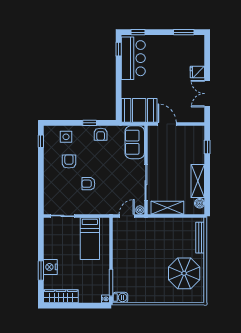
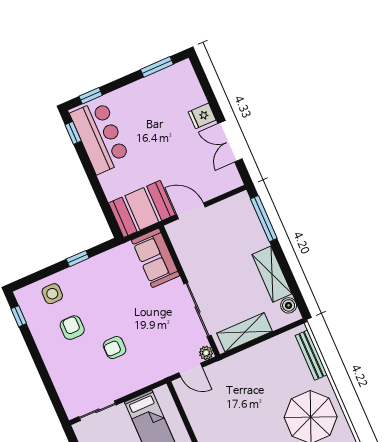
armchair: (101, 134) -> (101, 268), removed
window: (207, 147) -> (264, 219), width x2.17
door: (127, 216) -> (191, 370), swing flipped

